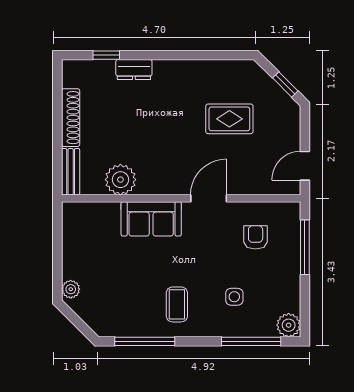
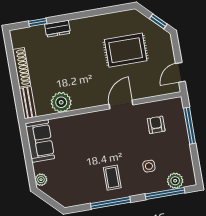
rug: (229, 119) -> (126, 50), width x1.36, depth x1.43
sofa: (151, 219) -> (40, 141), moved, turned -90
plant: (289, 325) -> (175, 181), moved
window: (145, 341) -> (111, 203), moved

